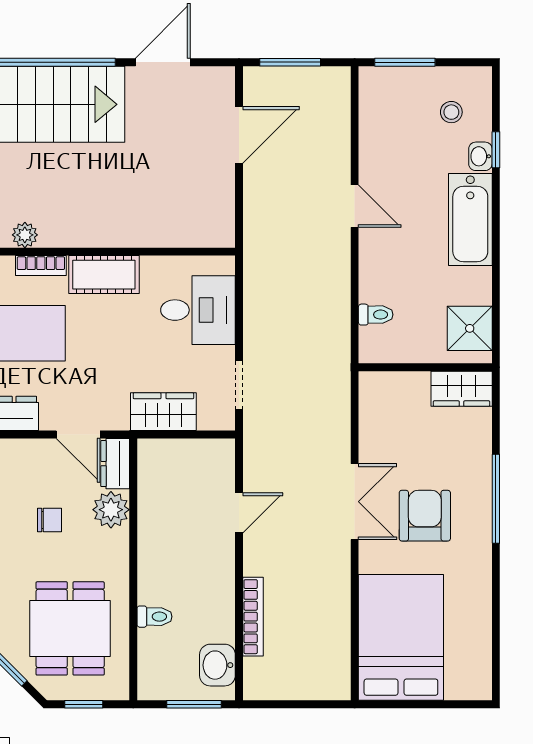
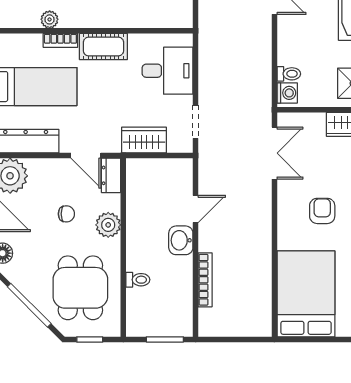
washing machine: (373, 343) -> (287, 93), added
double door: (355, 502) -> (274, 153), moved
plant: (111, 510) -> (108, 225), moved
armchair: (425, 516) -> (322, 211), width x0.72, depth x0.72
washbasin: (217, 665) -> (181, 240), moved

